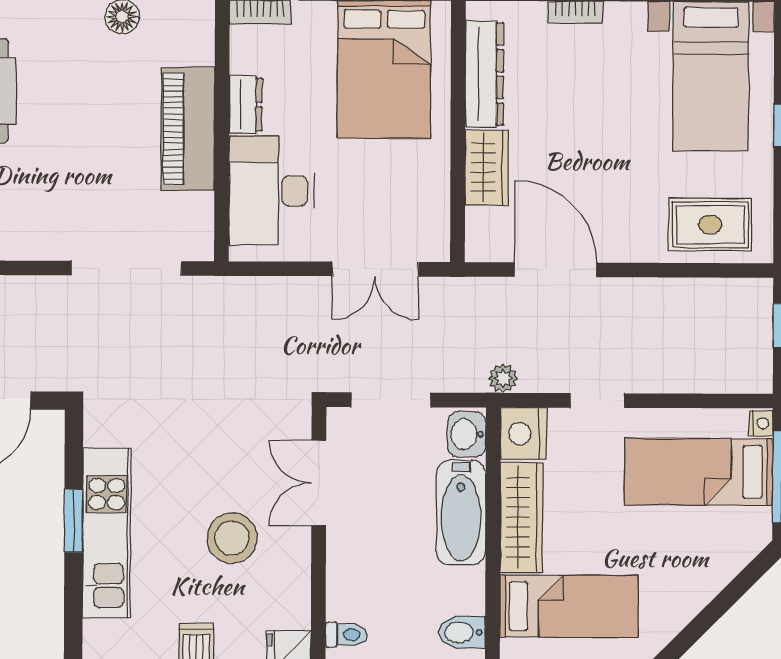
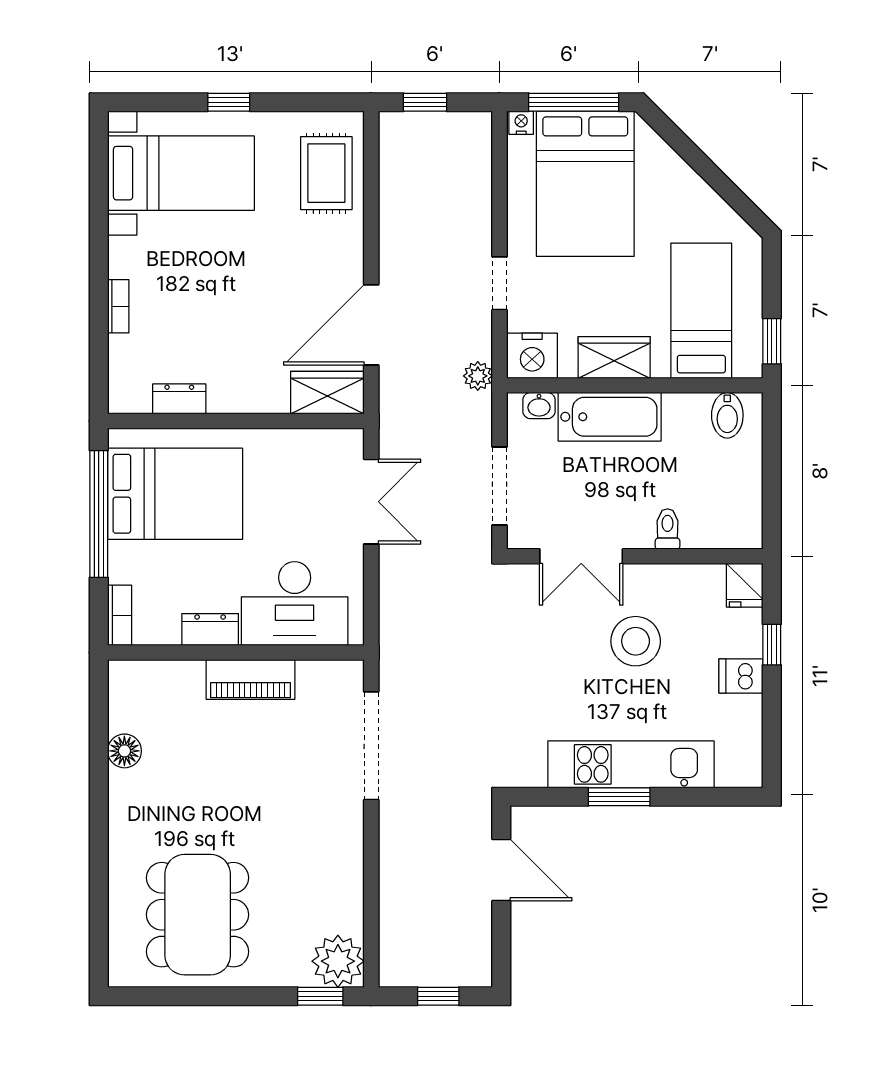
dresser: (484, 74) -> (179, 399), width x0.51, depth x0.80
piano: (188, 129) -> (250, 679), width x0.73, depth x0.75
wardrobe: (487, 168) -> (327, 393), moved
washbasin: (467, 434) -> (539, 406), width x0.72, depth x0.69
bed: (699, 472) -> (585, 184), width x1.50
wardrobe: (521, 517) -> (614, 357), width x0.67
toilet: (346, 635) -> (667, 529), moved

